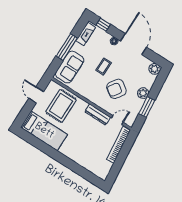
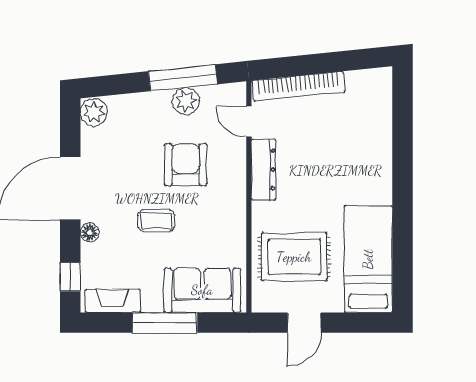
armchair: (116, 89) -> (186, 165), turned -125
plant: (143, 93) -> (186, 101), moved
window: (147, 107) -> (183, 78), width x1.44

